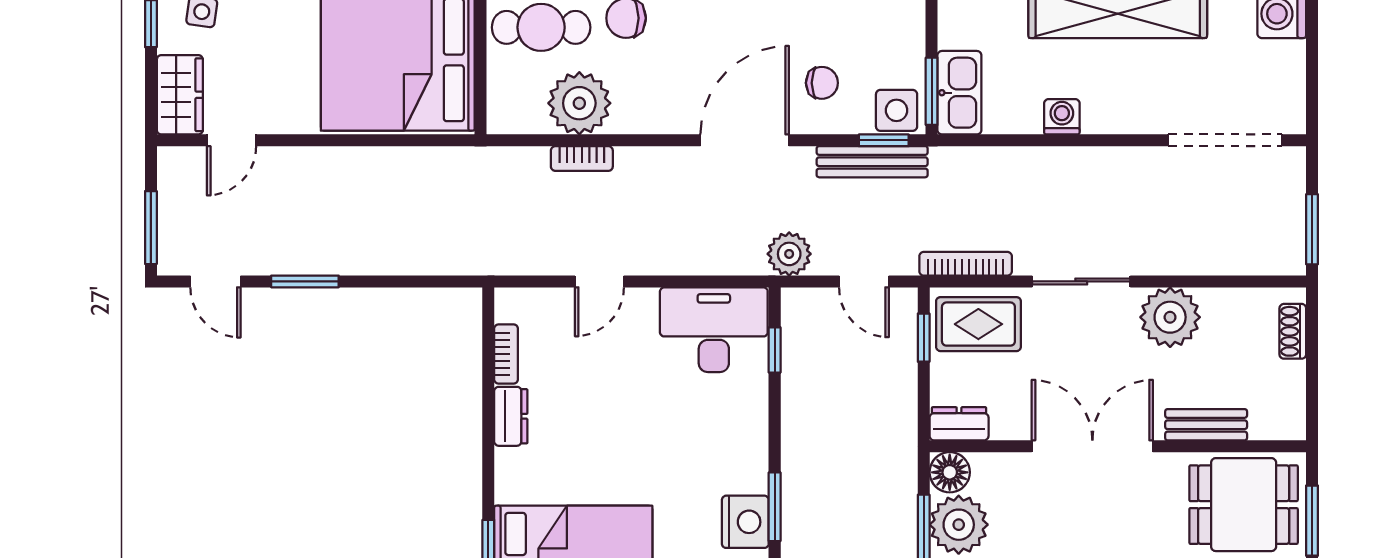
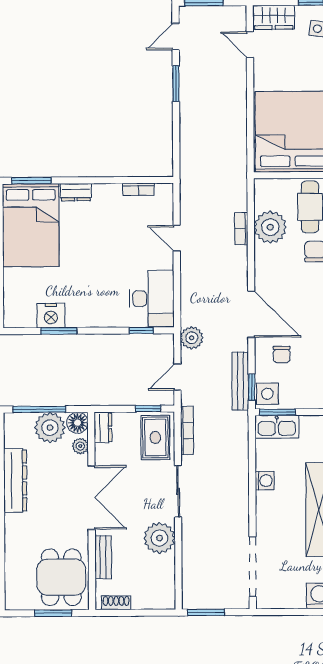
shoe rack: (1293, 331) -> (116, 603), moved
dresser: (511, 416) -> (76, 192), moved
plant: (994, 467) -> (80, 446), added

